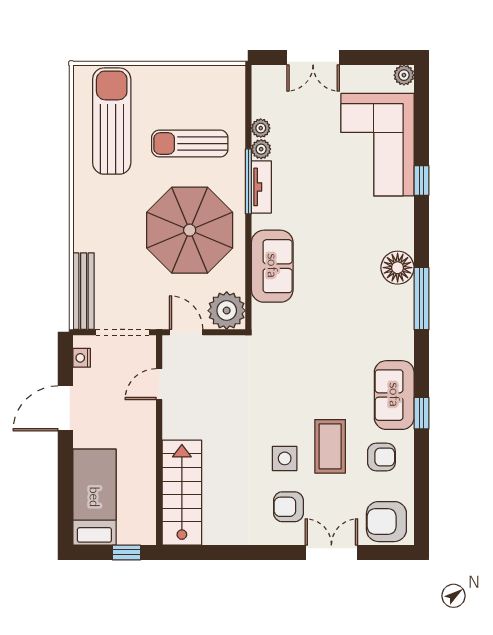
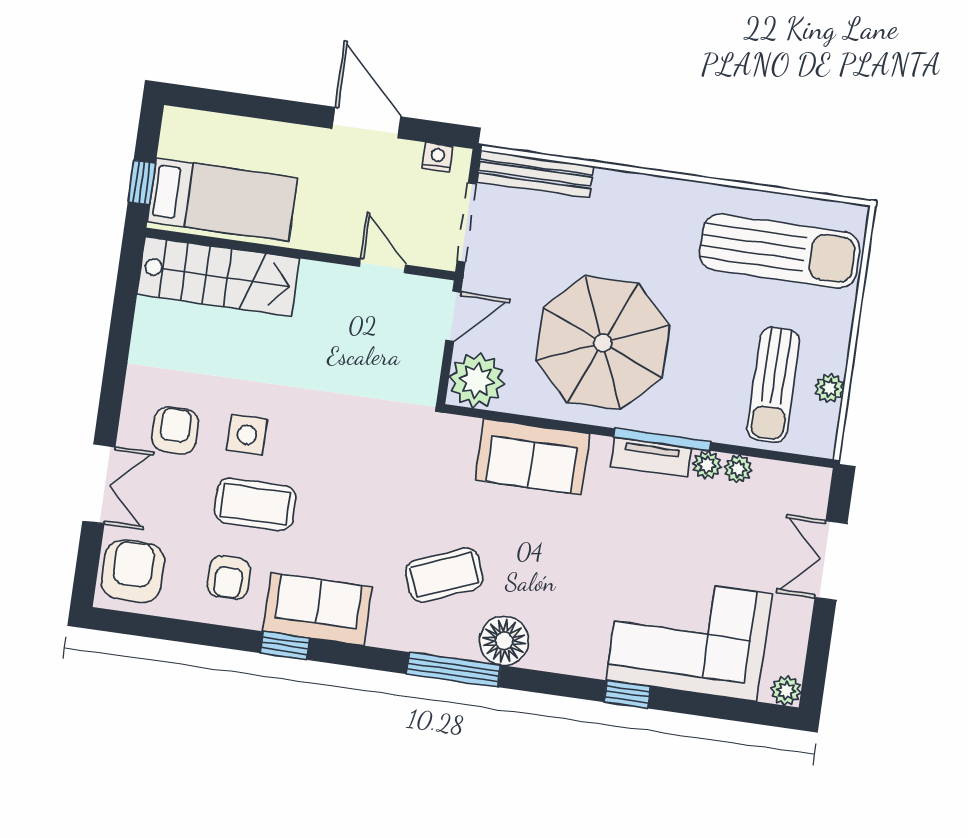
plant: (198, 75) -> (829, 388), added
sun lounger: (190, 144) -> (773, 385), moved, turned 180
coffee table: (359, 314) -> (444, 575), added
bed: (94, 497) -> (223, 200), moved

